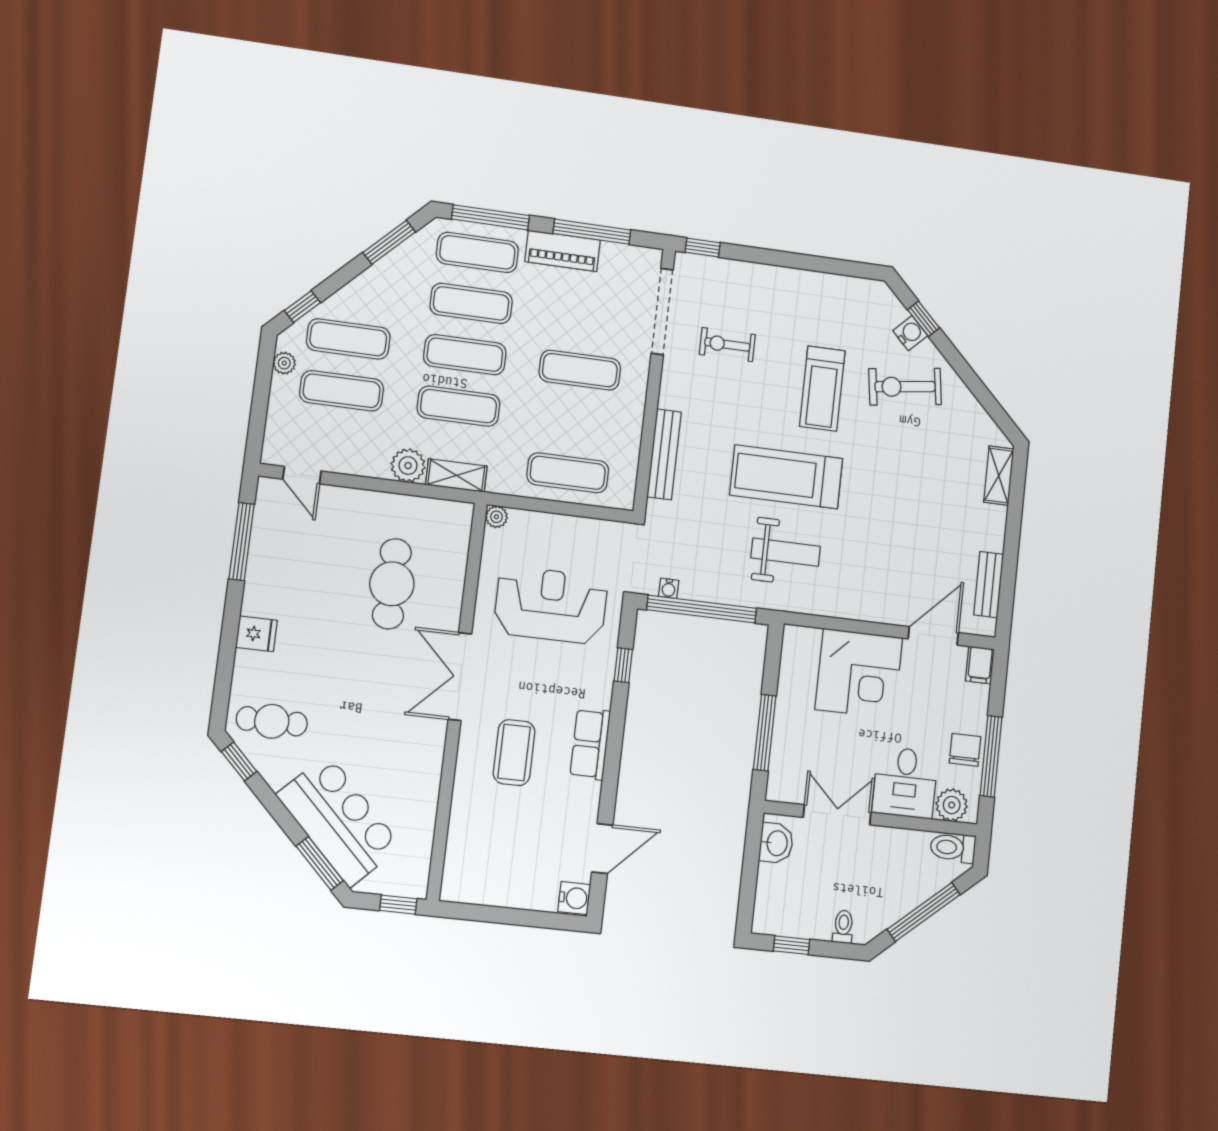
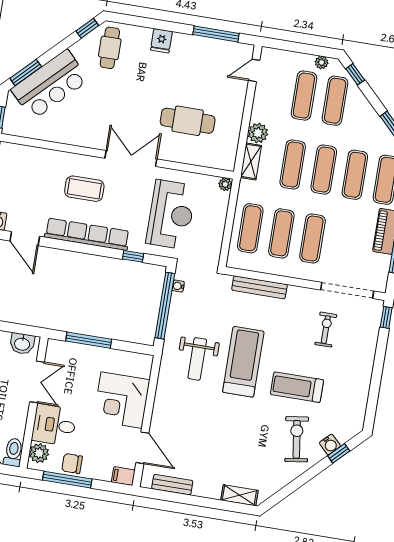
exercise mat: (574, 421) -> (281, 233), added
row of seats: (590, 744) -> (87, 234), width x2.02
chair: (965, 750) -> (72, 463), turned 180

